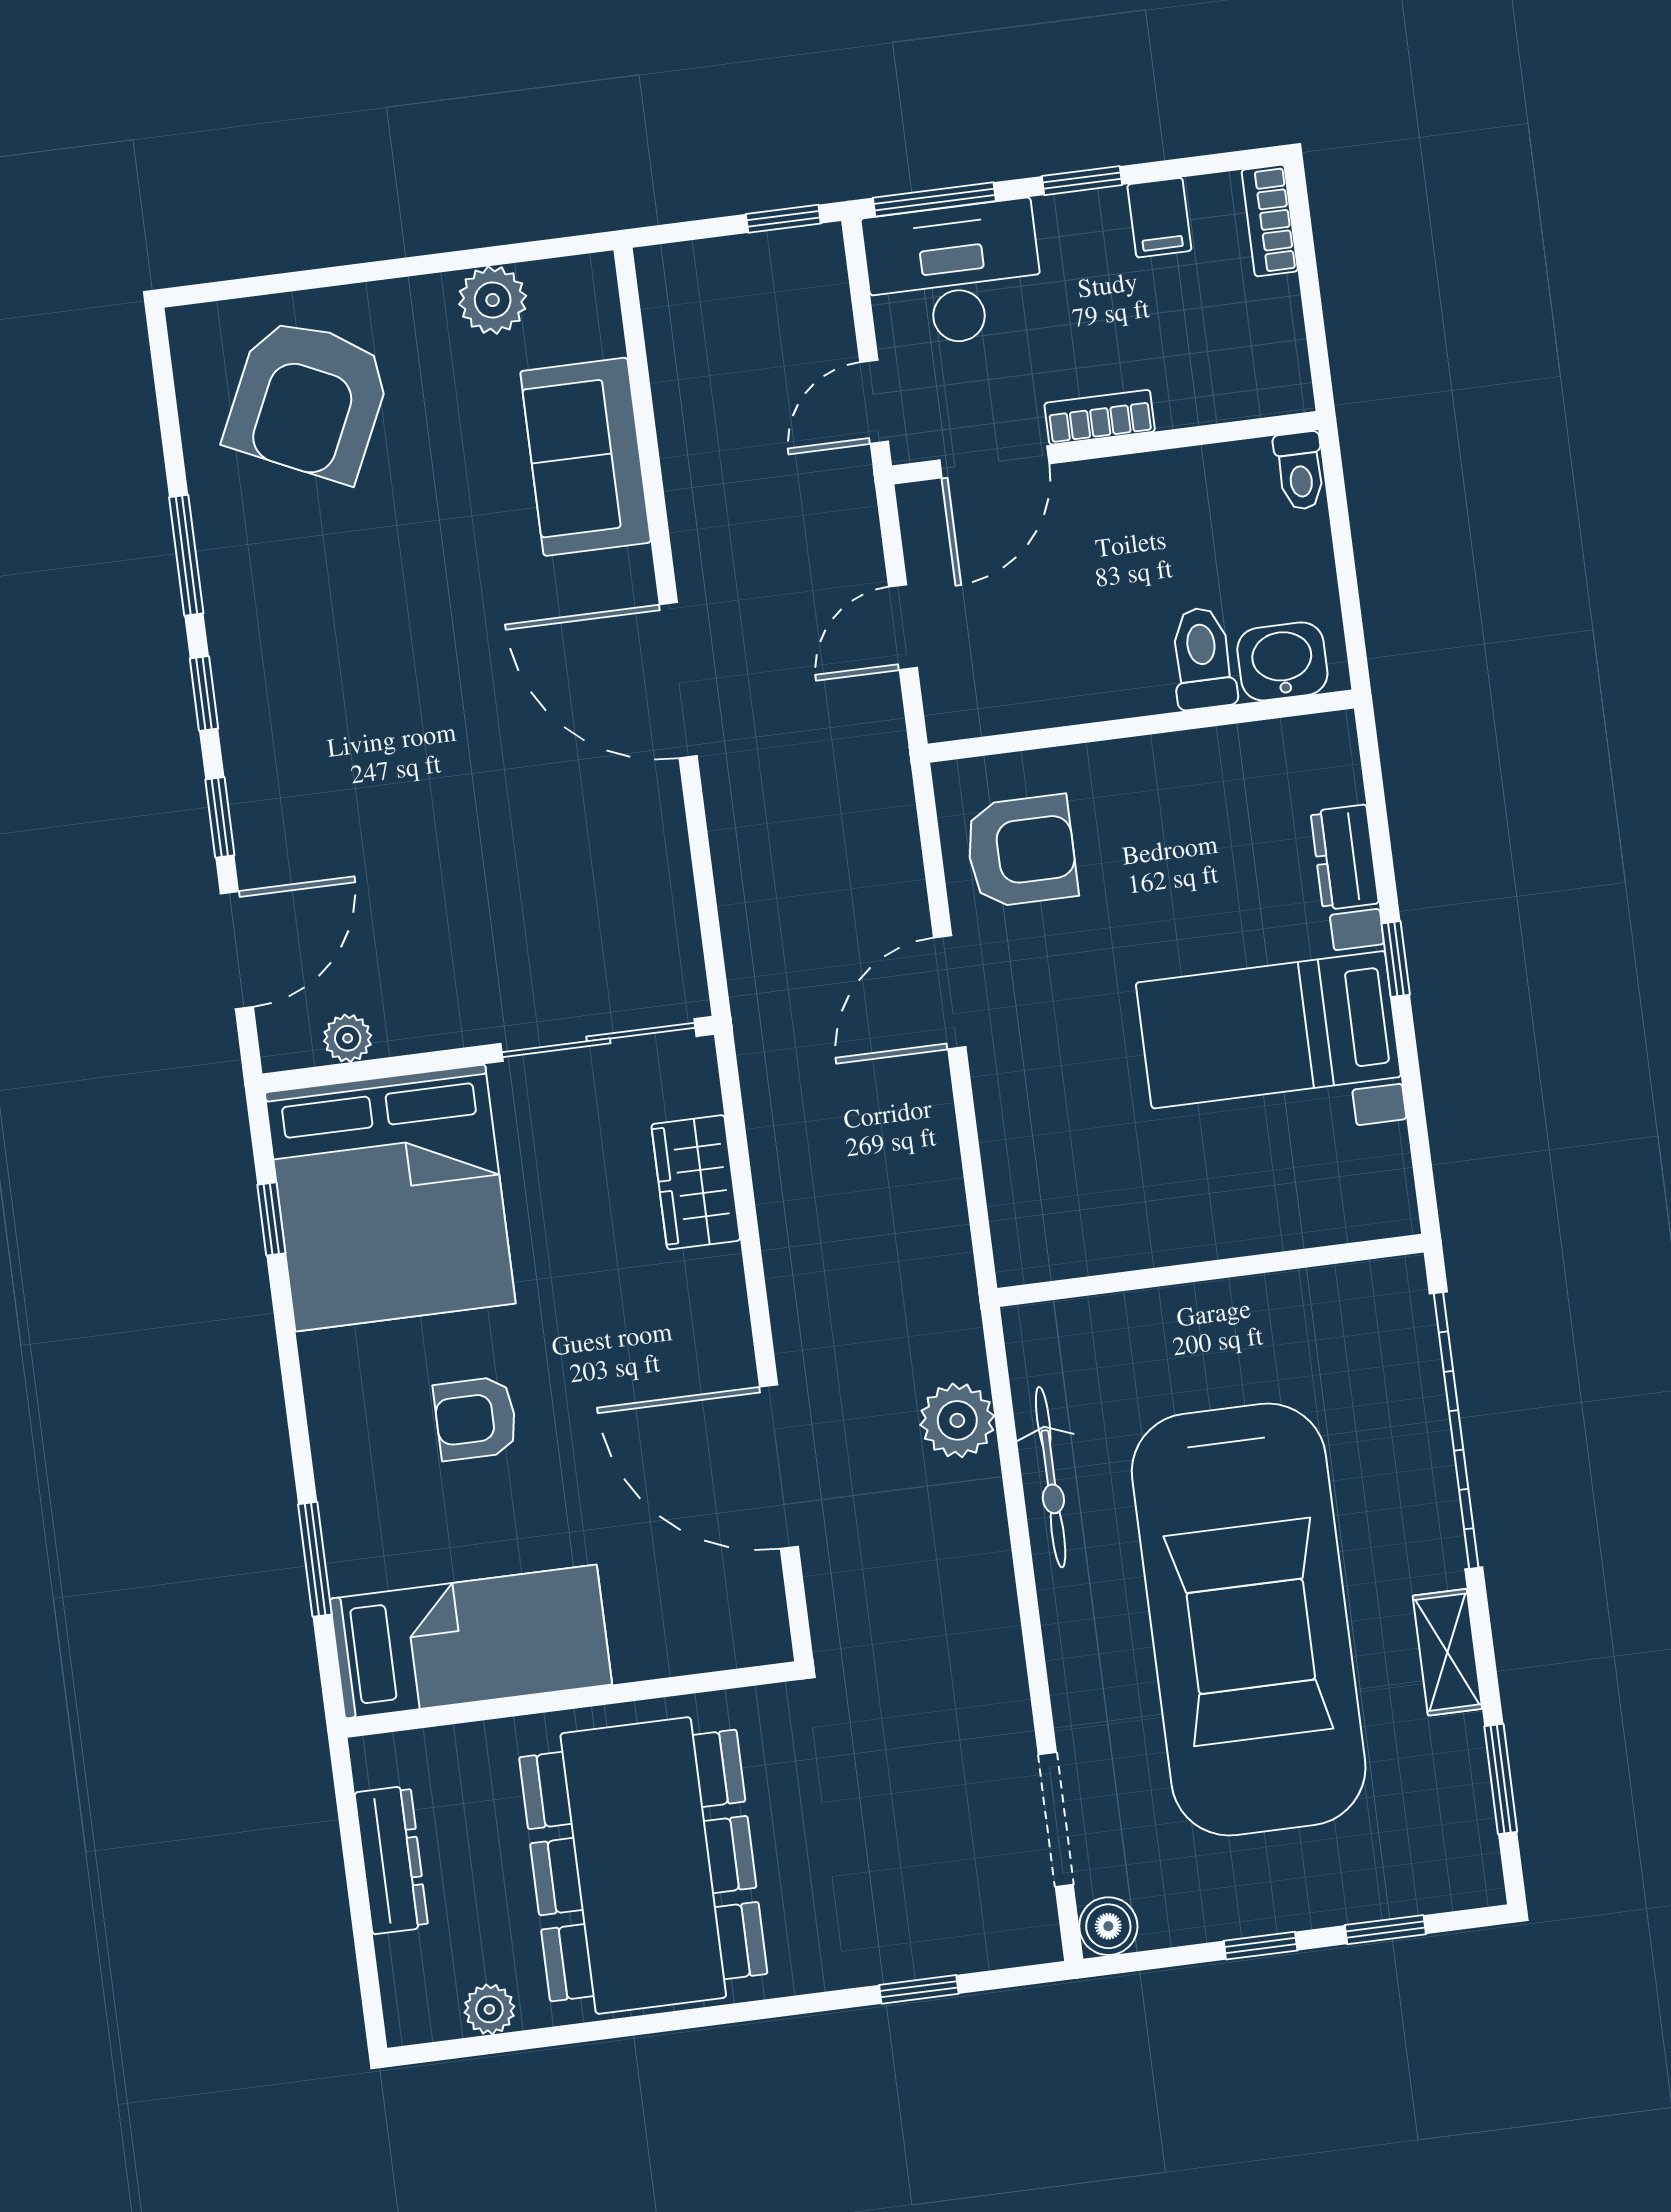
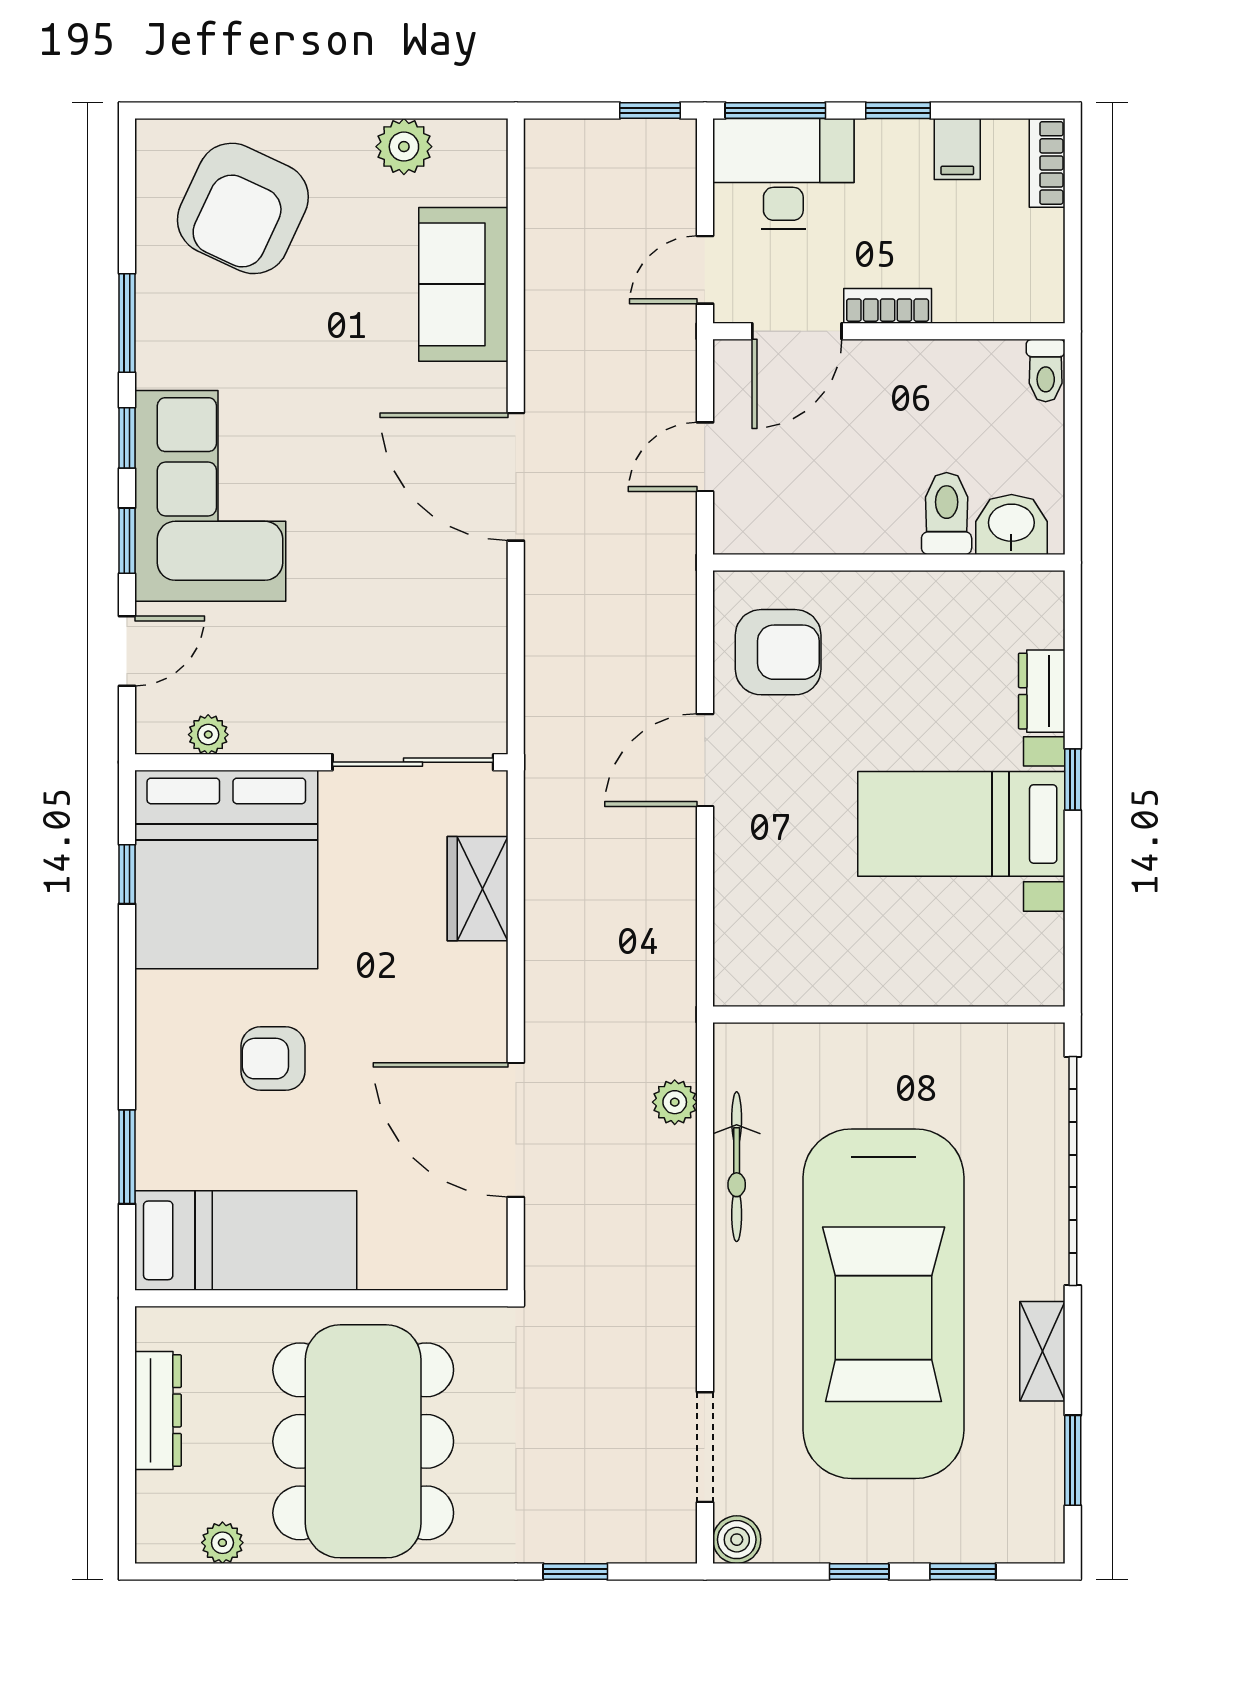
corner sofa: (313, 751) -> (210, 496), added
door: (237, 950) -> (127, 651), width x0.73
plant: (957, 1420) -> (675, 1102), width x0.73, depth x0.73

